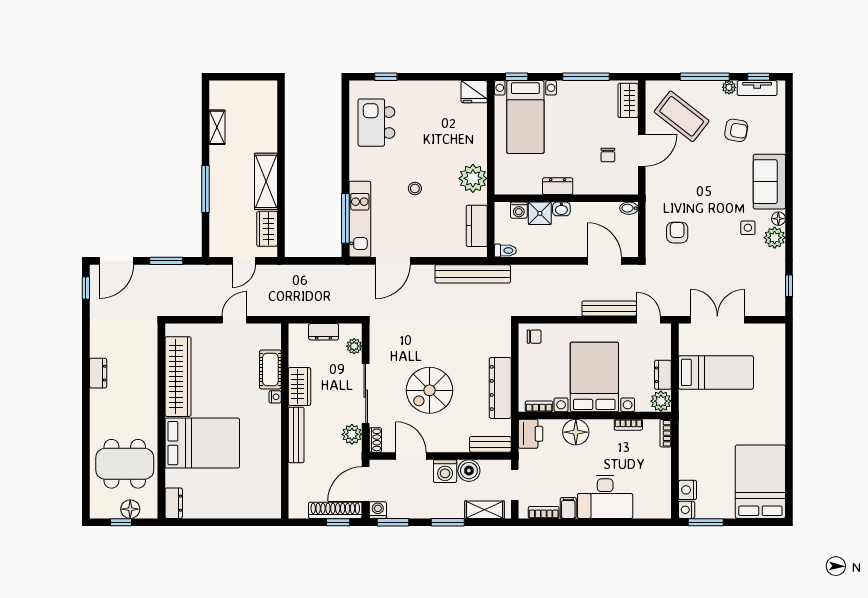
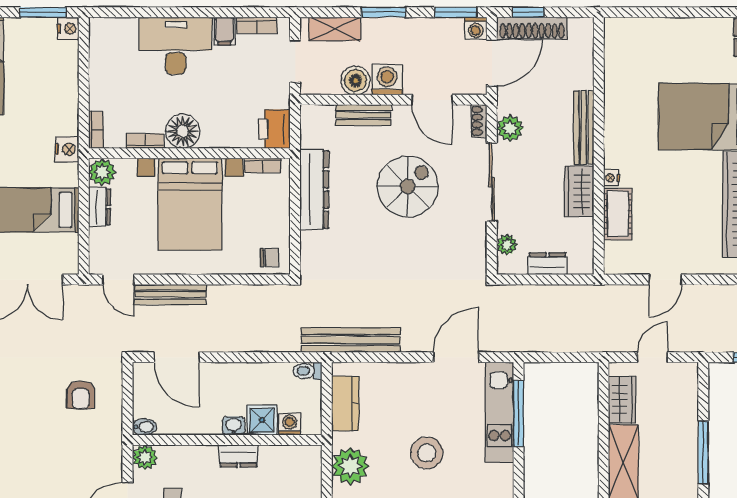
plant: (629, 185) -> (145, 457), added
stool: (415, 188) -> (427, 453), width x1.89, depth x1.89
chair: (534, 337) -> (269, 257), turned 180
floor lamp: (576, 432) -> (183, 131), moved
bench: (490, 444) -> (363, 115), moved
nightstand: (687, 490) -> (67, 149), moved

